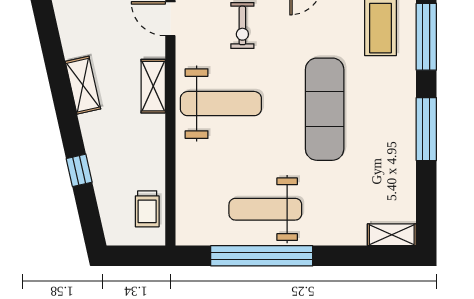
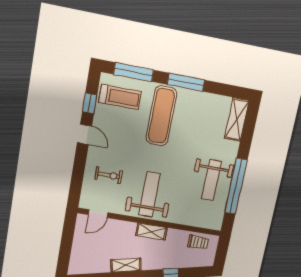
shelving: (153, 86) -> (152, 232), moved
exercise mat: (325, 109) -> (161, 116), moved, turned 90
shelving: (392, 235) -> (237, 119), width x1.50, depth x1.33

